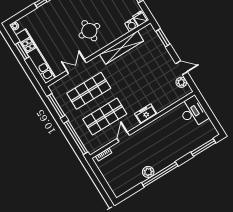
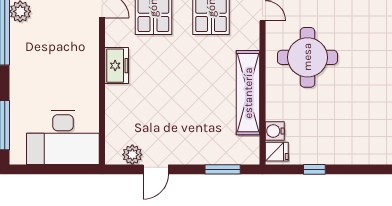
round table: (89, 31) -> (307, 57), width x1.36, depth x1.36
desk: (193, 112) -> (63, 137), width x1.36, depth x1.30

